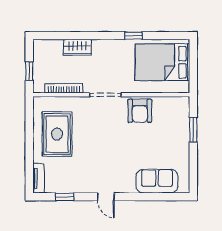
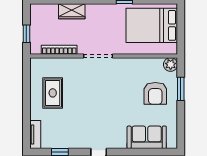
plant: (182, 104) -> (171, 64), added
armchair: (140, 111) -> (155, 93), moved
rug: (57, 134) -> (53, 93), width x0.73, depth x0.70

